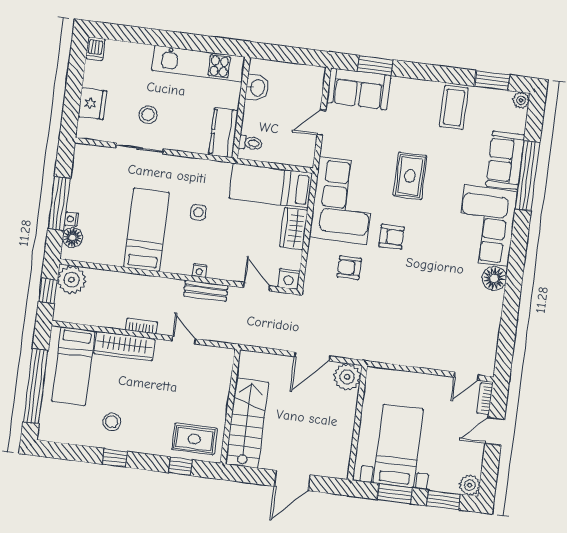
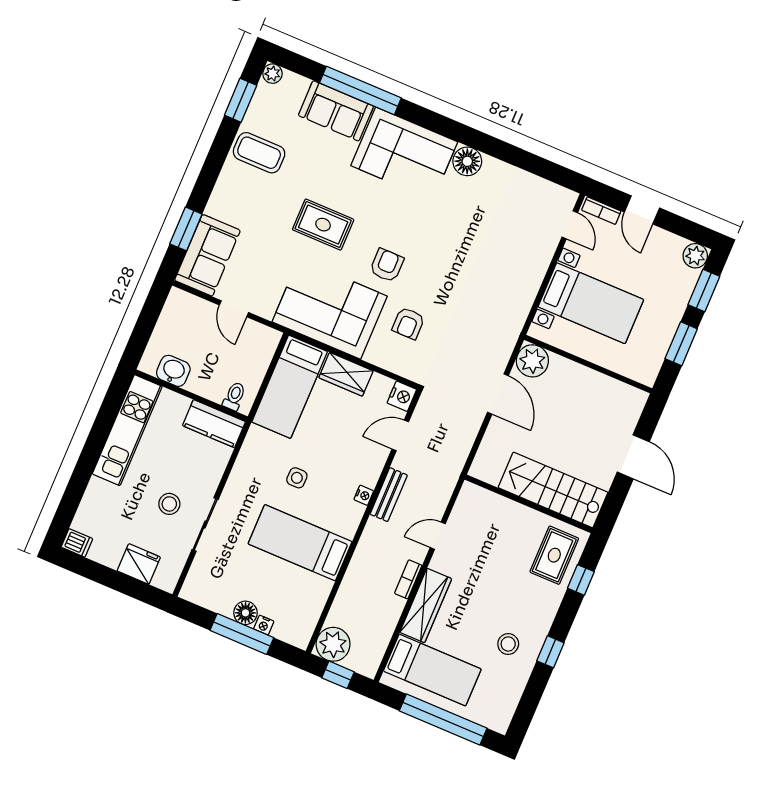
floor lamp: (72, 238) -> (245, 613), moved
bed with nightstands: (398, 446) -> (591, 303), moved, turned 180

